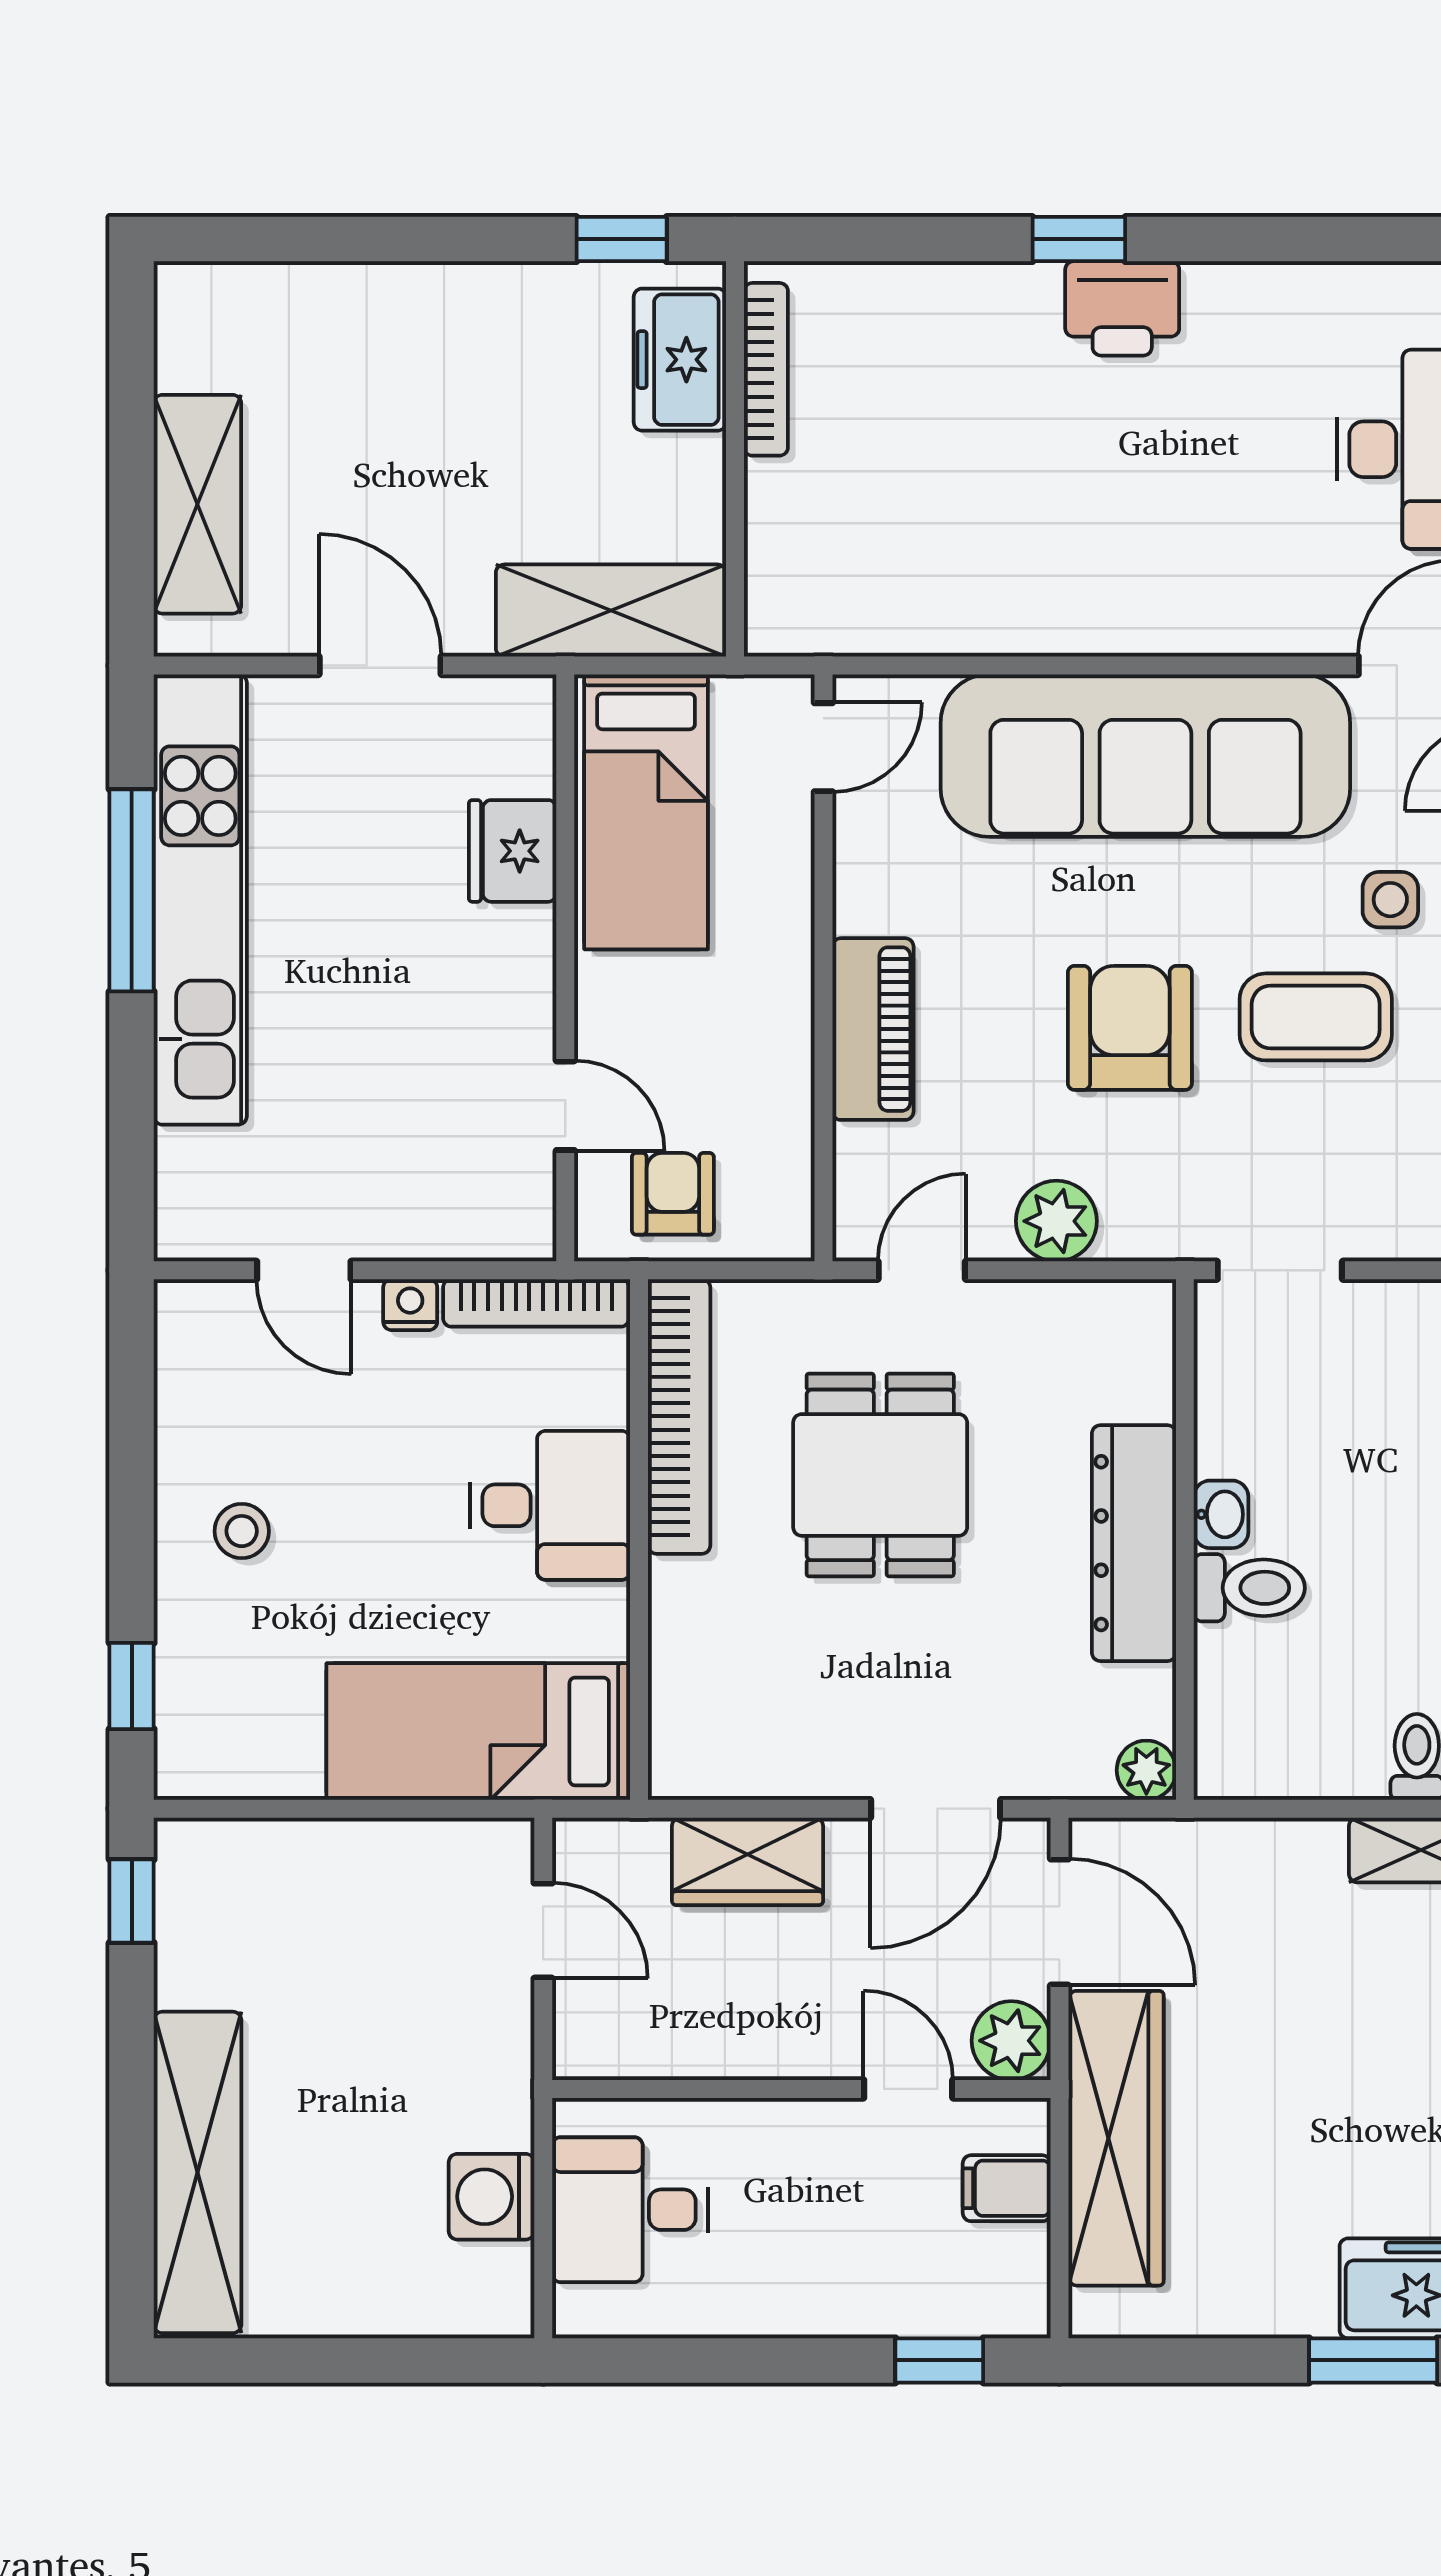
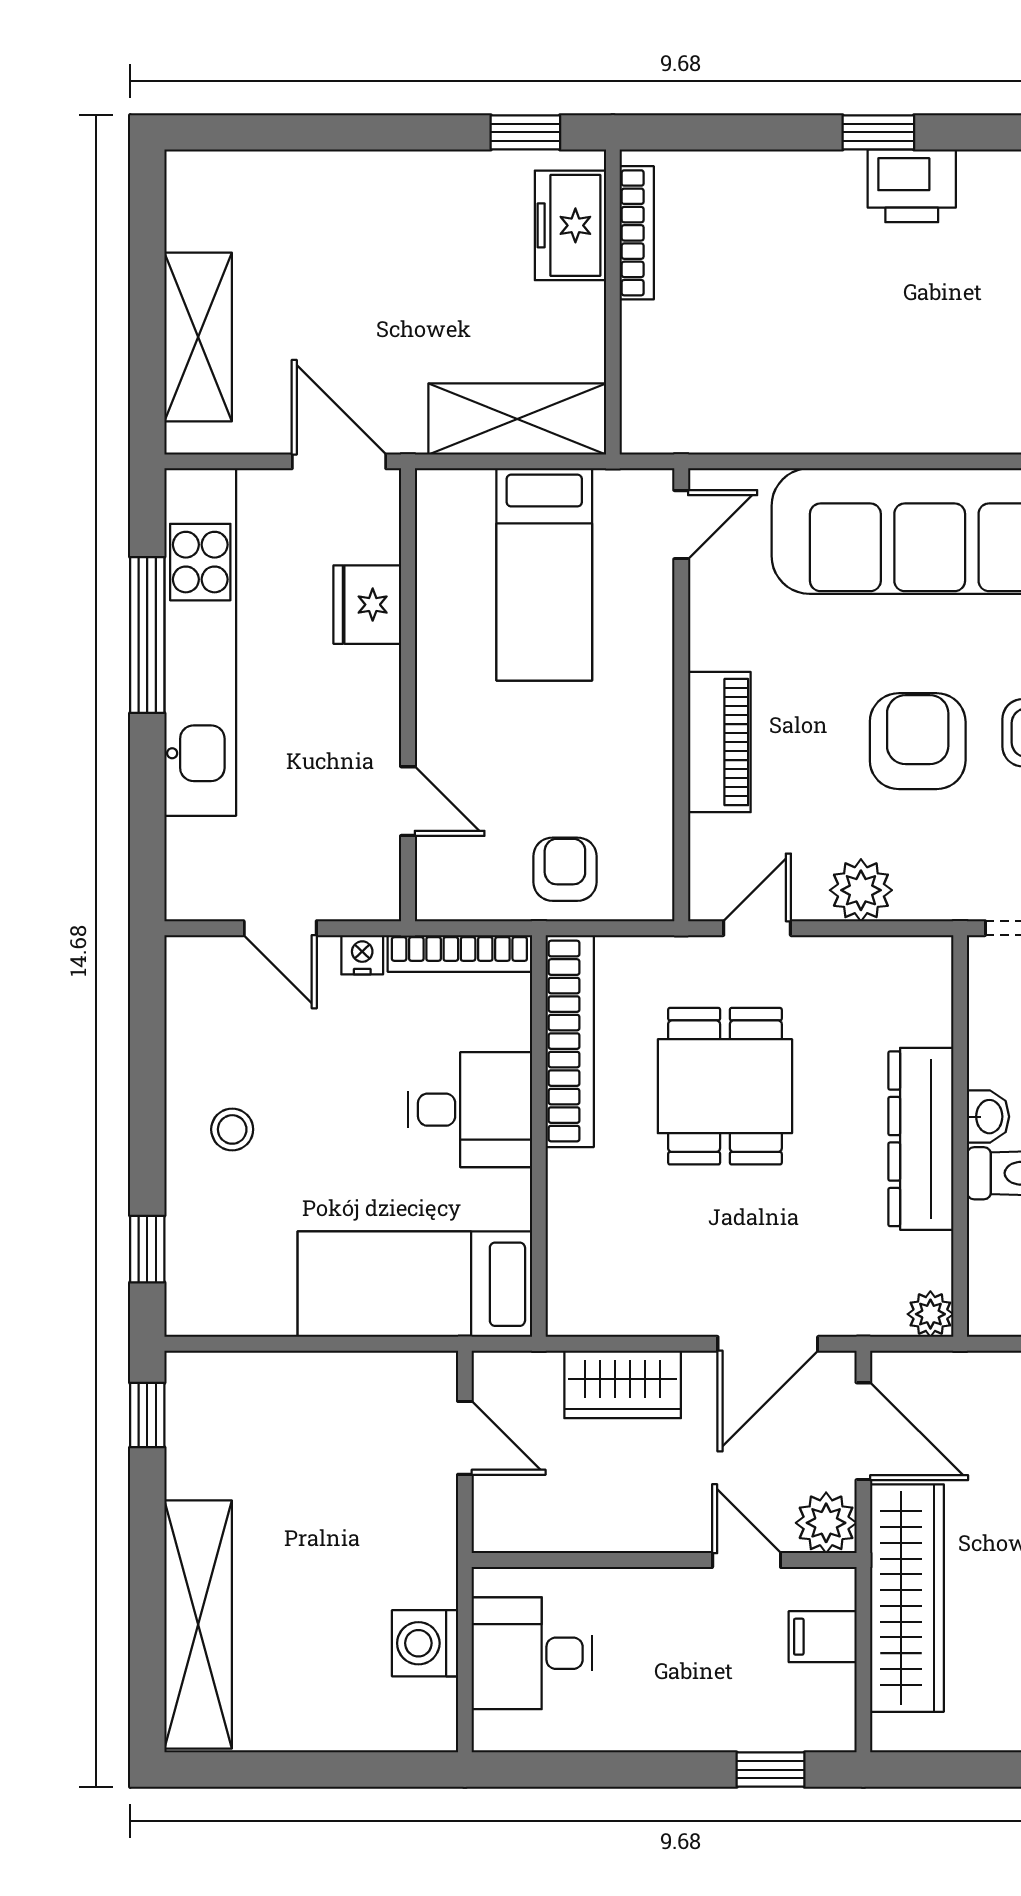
fridge: (513, 851) -> (367, 605), moved
wall: (565, 968) -> (408, 695), moved
door: (565, 1106) -> (408, 801), moved

